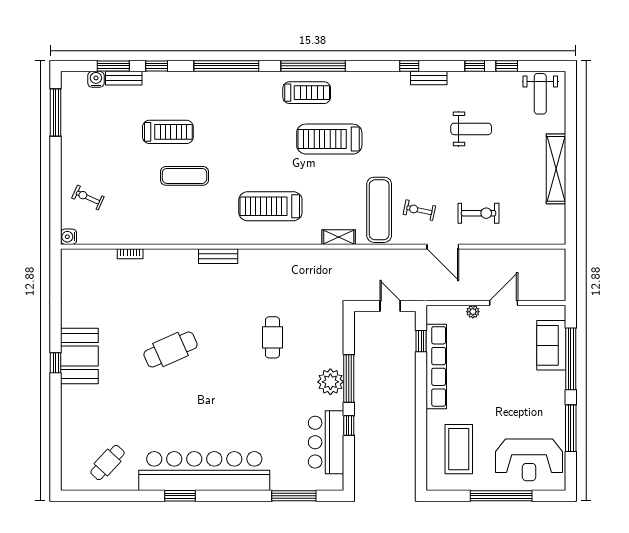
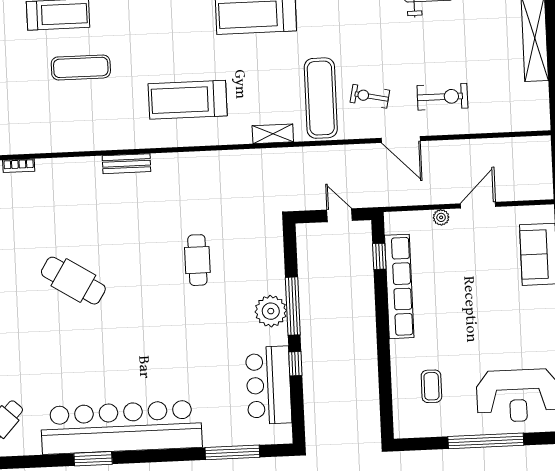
cafe table: (170, 350) -> (73, 281), turned 56
coffee table: (459, 449) -> (431, 386), width x0.54, depth x0.58

